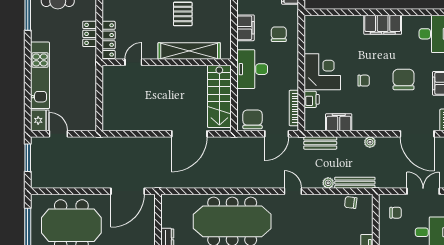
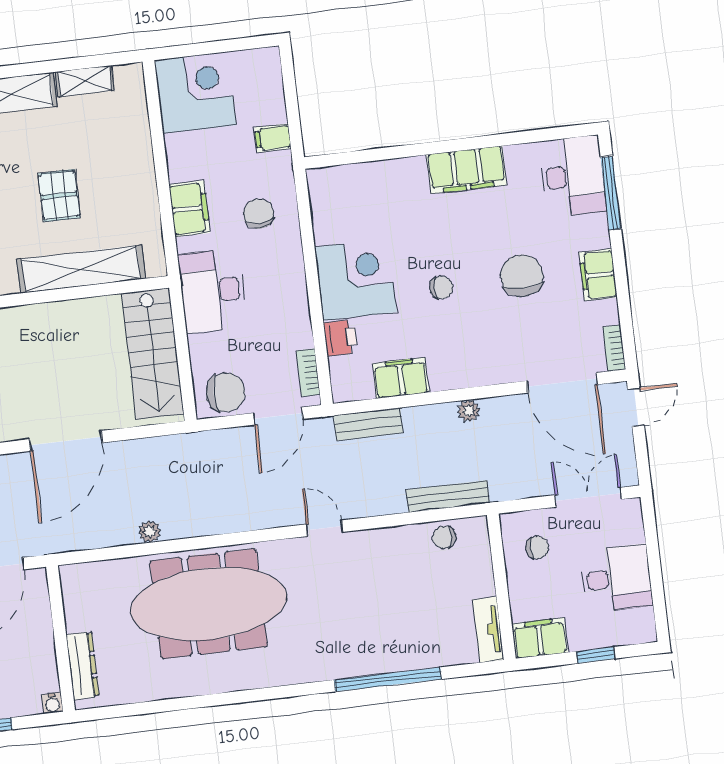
bookcase: (294, 108) -> (308, 373), width x0.64
chair: (253, 119) -> (226, 392), turned 90
door: (189, 134) -> (66, 441), moved
plant: (328, 183) -> (150, 532), moved

